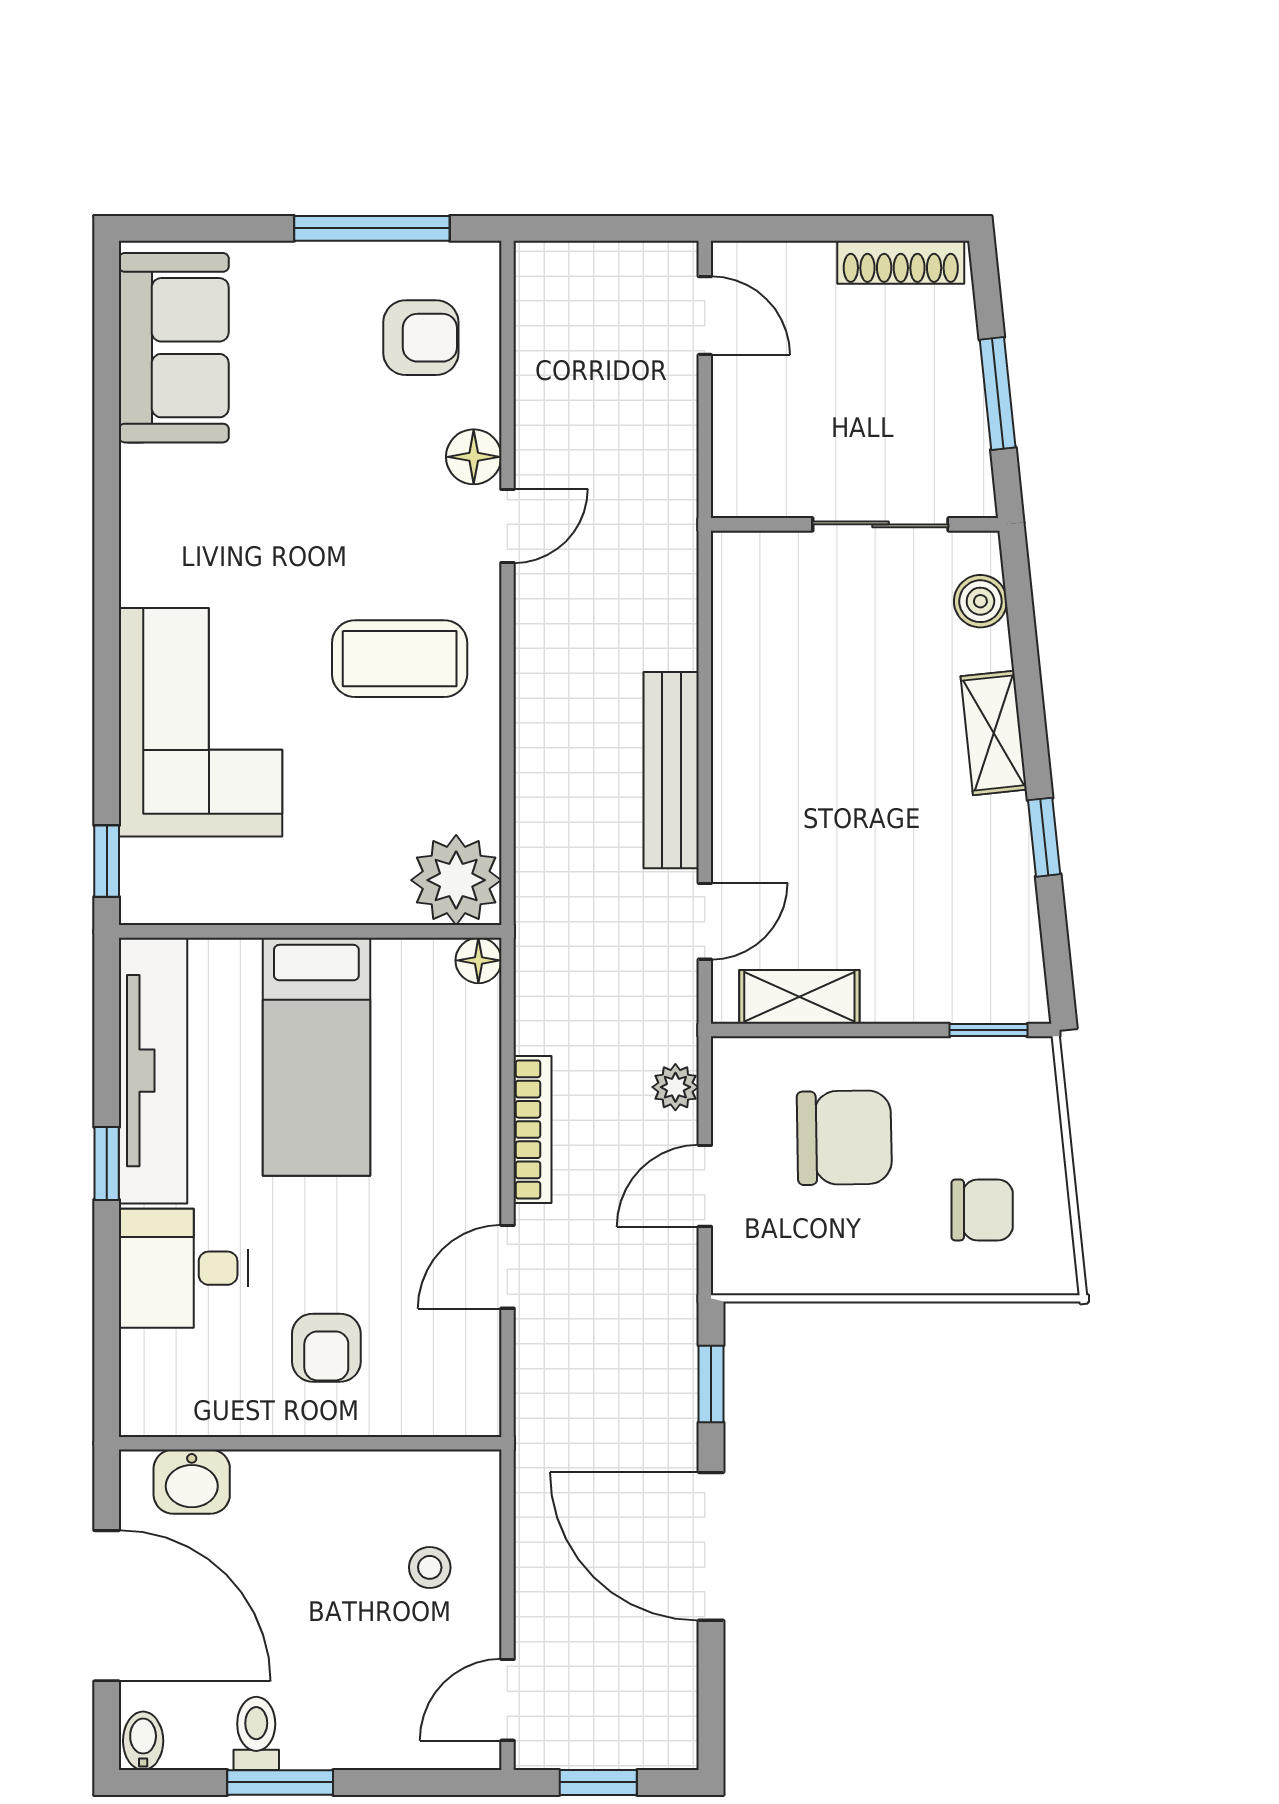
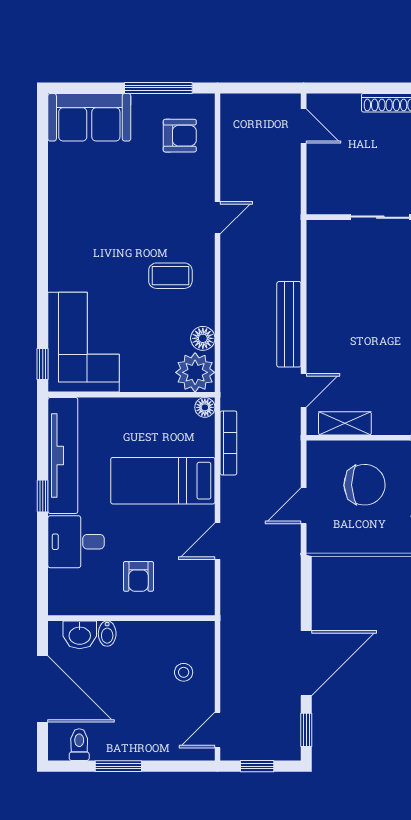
sofa: (174, 348) -> (89, 117), moved, turned 90
floor lamp: (474, 457) -> (203, 338), moved
coffee table: (400, 659) -> (170, 276), width x0.73, depth x0.77
corner sofa: (201, 722) -> (84, 342), moved
bed: (316, 1057) -> (163, 481), moved, turned 90
plant: (675, 1087) -> (291, 463), removed
bookcase: (533, 1129) -> (228, 443), moved
window: (711, 1384) -> (306, 730), moved
door: (711, 1546) -> (306, 663), swing flipped
toilet: (256, 1733) -> (79, 745), moved
bidet: (143, 1741) -> (107, 634), moved, turned 180

